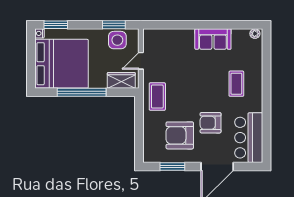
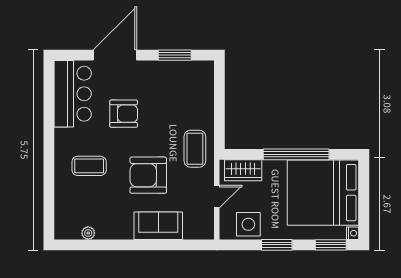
window: (114, 25) -> (277, 245), moved
plant: (255, 34) -> (88, 233), moved
sofa: (213, 39) -> (158, 226), moved
coffee table: (236, 84) -> (89, 166), turned 90
armchair: (180, 135) -> (148, 175), moved, turned 180

